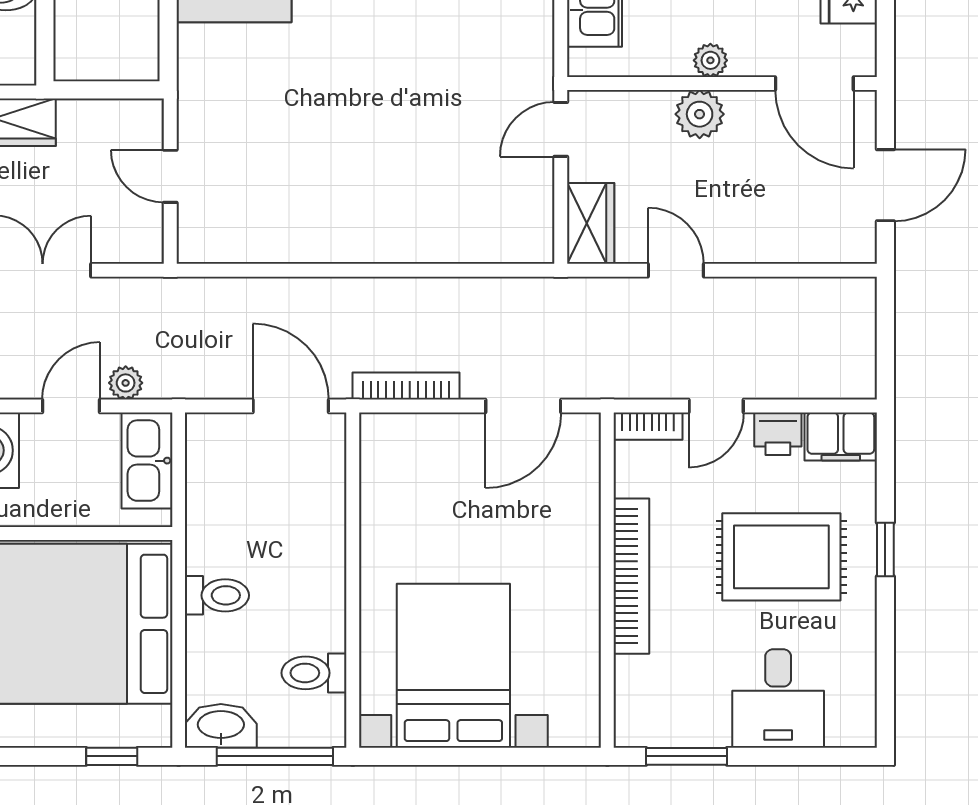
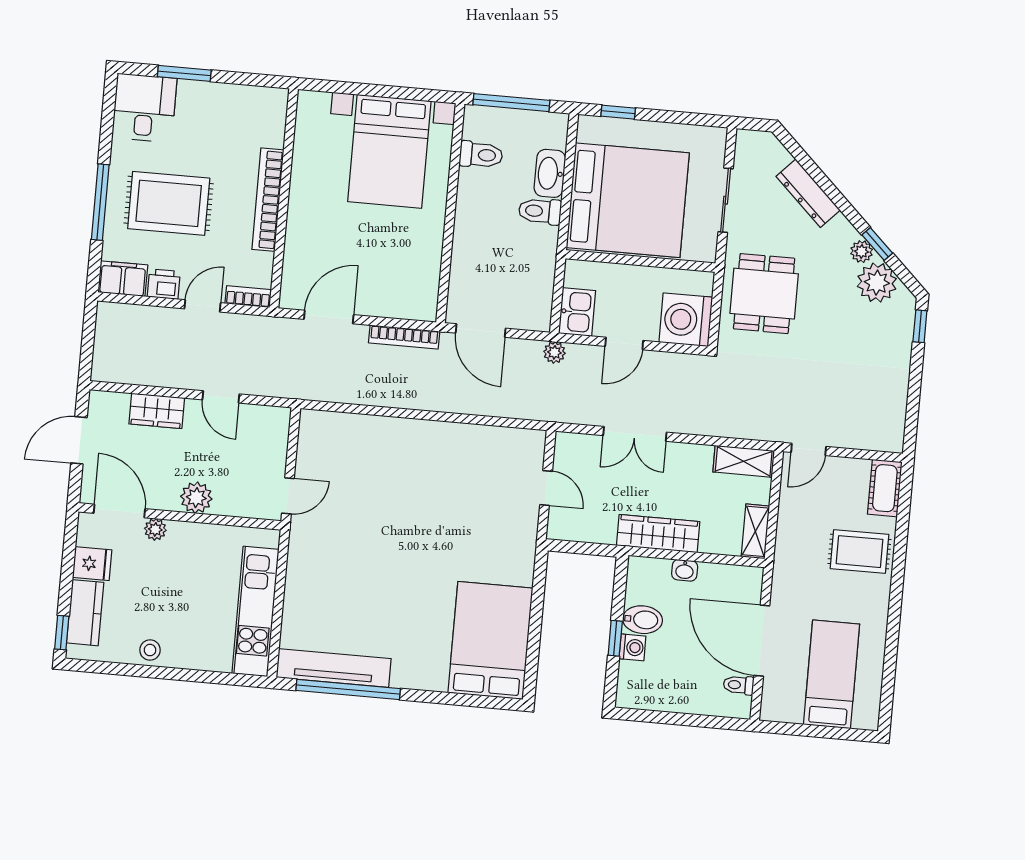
plant: (710, 60) -> (155, 529), moved
wardrobe: (591, 223) -> (157, 411), moved, turned -90
plant: (126, 383) -> (554, 352), moved
kitchen sink: (147, 461) -> (577, 312), width x0.73
window: (885, 550) -> (100, 202), width x2.17
desk: (778, 698) -> (144, 108), moved
washbasin: (221, 726) -> (550, 173), moved, turned 90
window: (686, 756) -> (184, 73), moved

